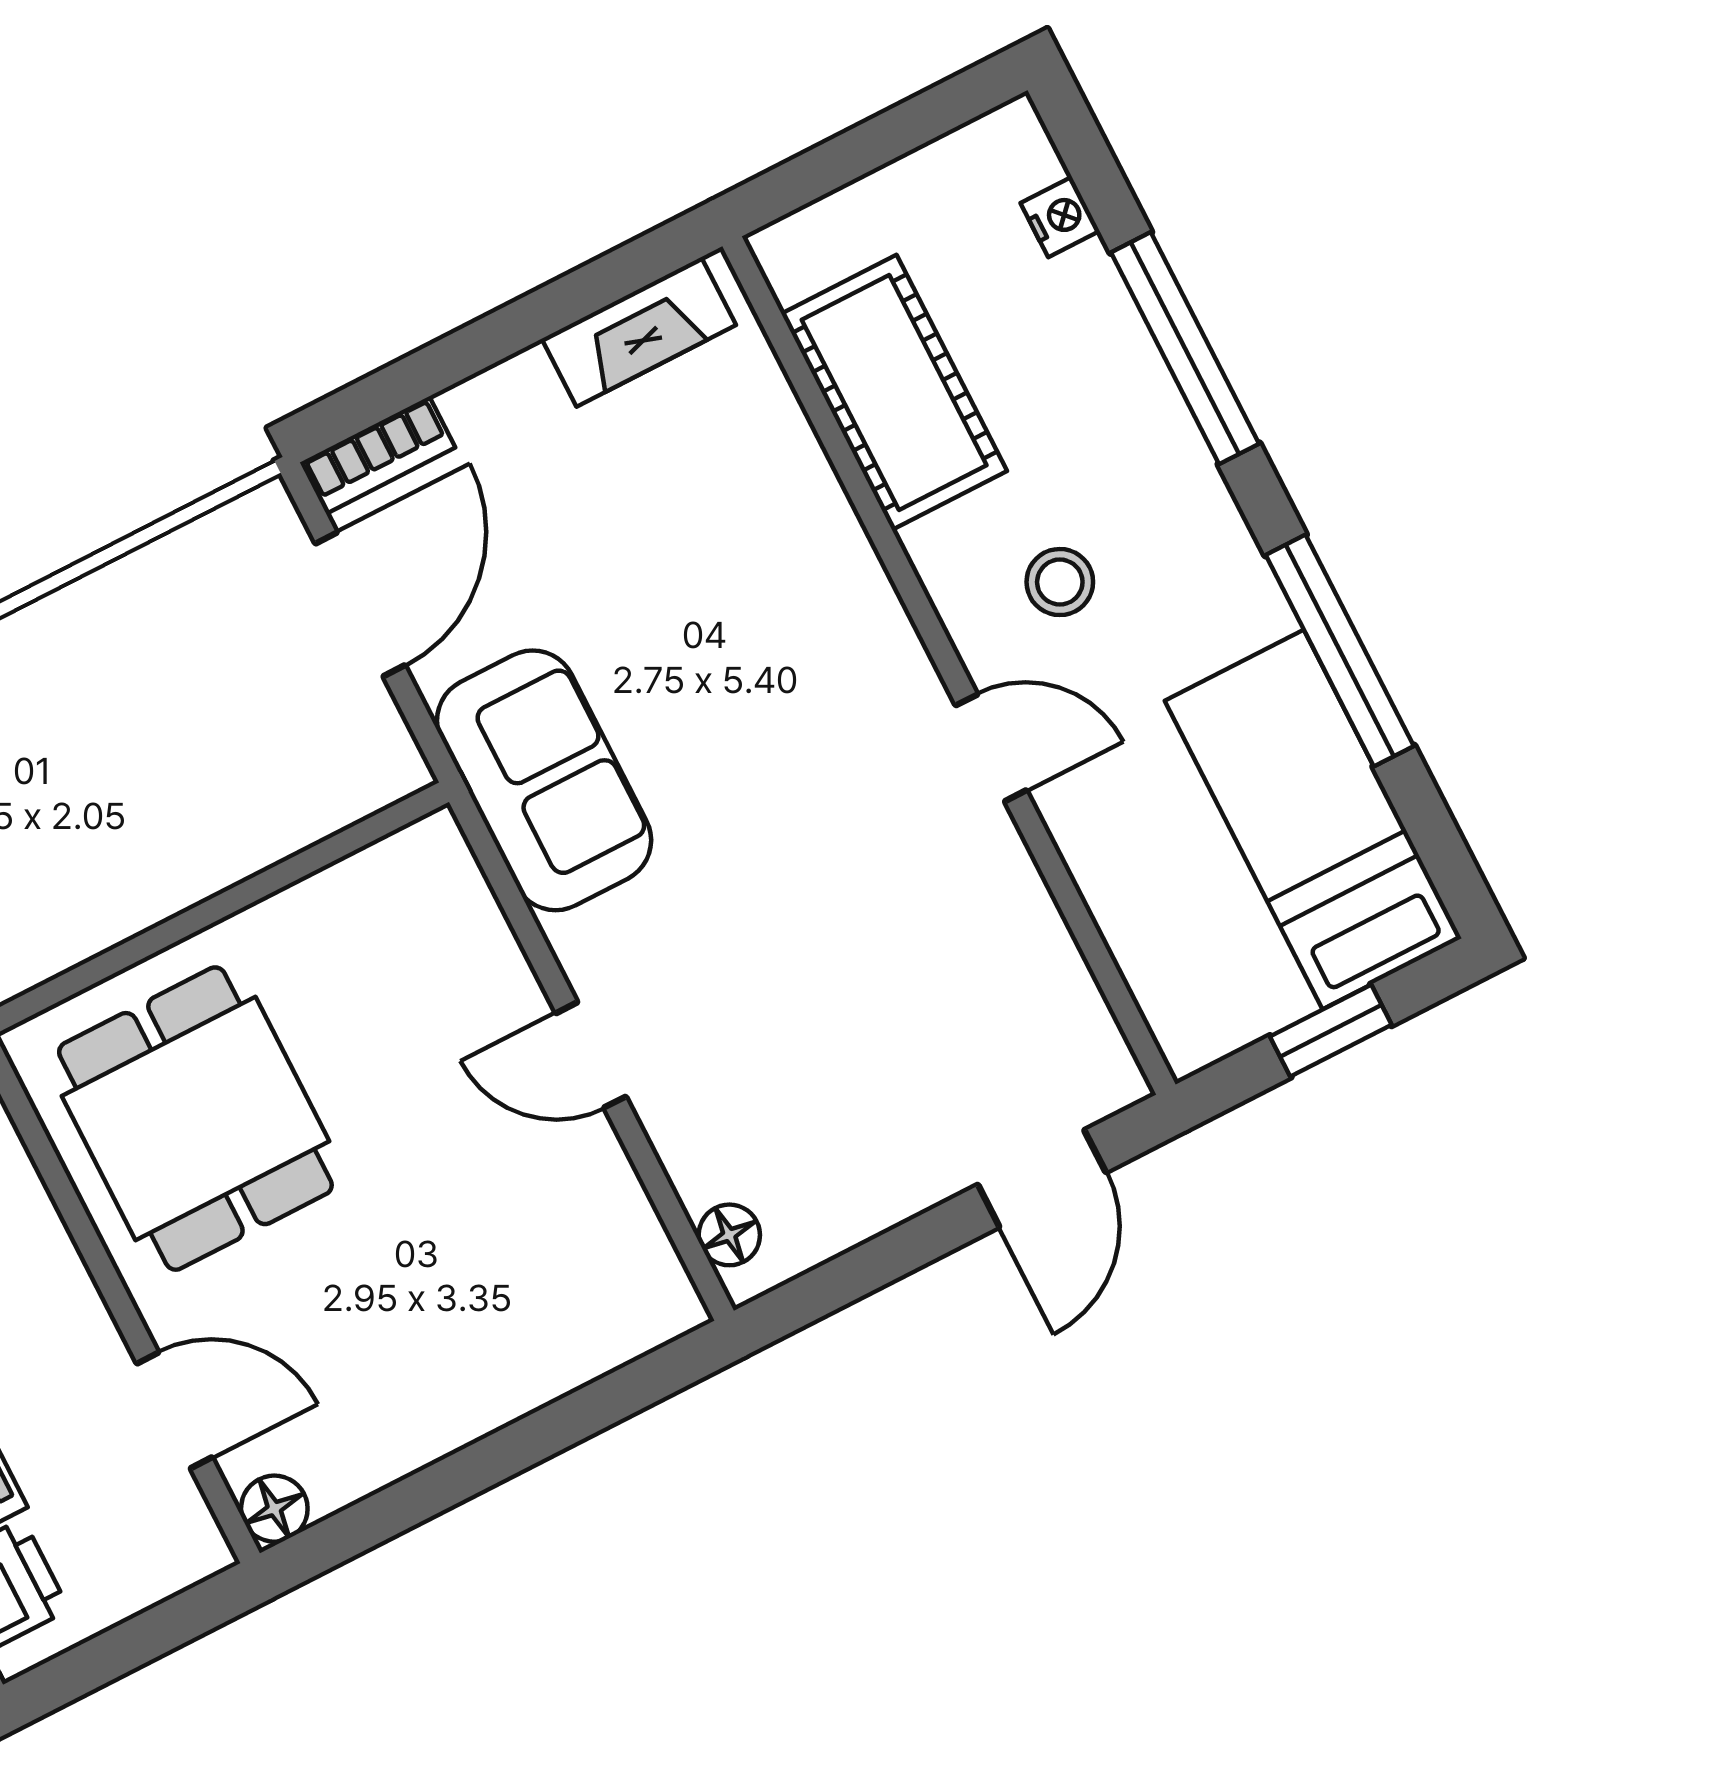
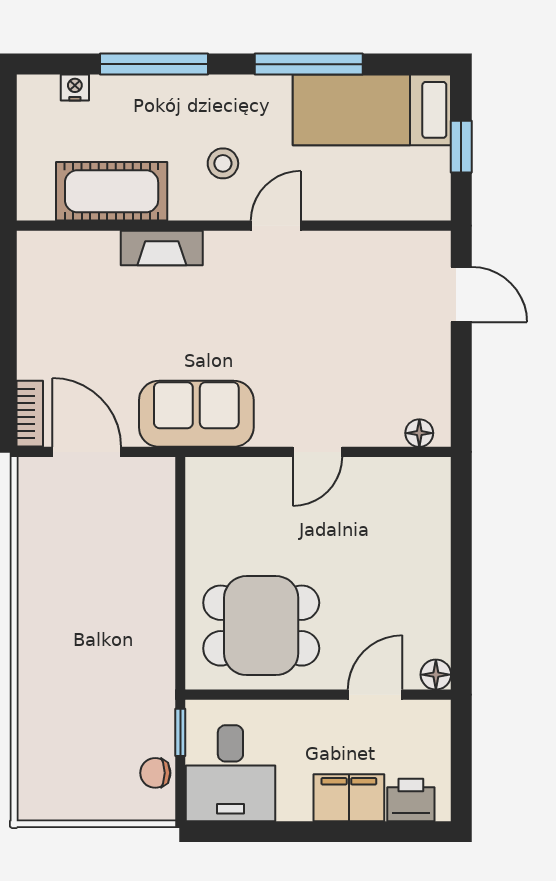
fireplace: (639, 332) -> (162, 248), moved, turned 90

